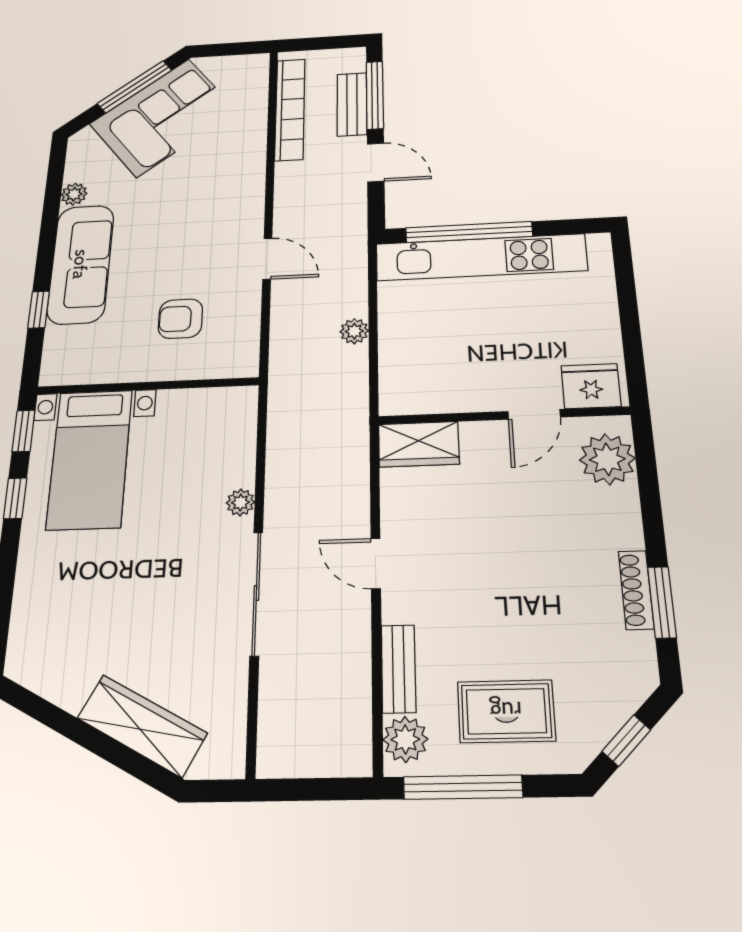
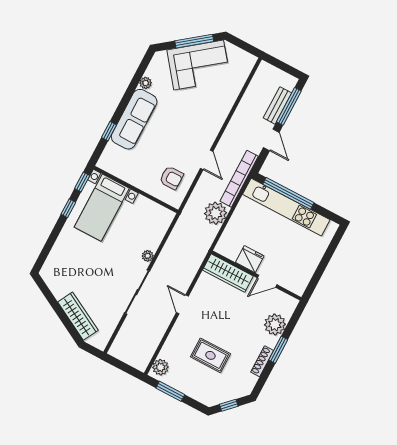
bookcase: (290, 109) -> (239, 179), moved, turned 180
armchair: (180, 319) -> (171, 178), moved, turned 180
plant: (354, 331) -> (215, 213), width x1.88, depth x1.88
fridge: (591, 386) -> (250, 259), moved
wardrobe: (419, 444) -> (228, 273), width x1.50
plant: (607, 459) -> (275, 324), moved
window: (662, 602) -> (278, 350), moved
bench: (398, 669) -> (171, 344), removed
rug: (506, 711) -> (210, 355), moved
window: (463, 787) -> (170, 391), width x0.69

